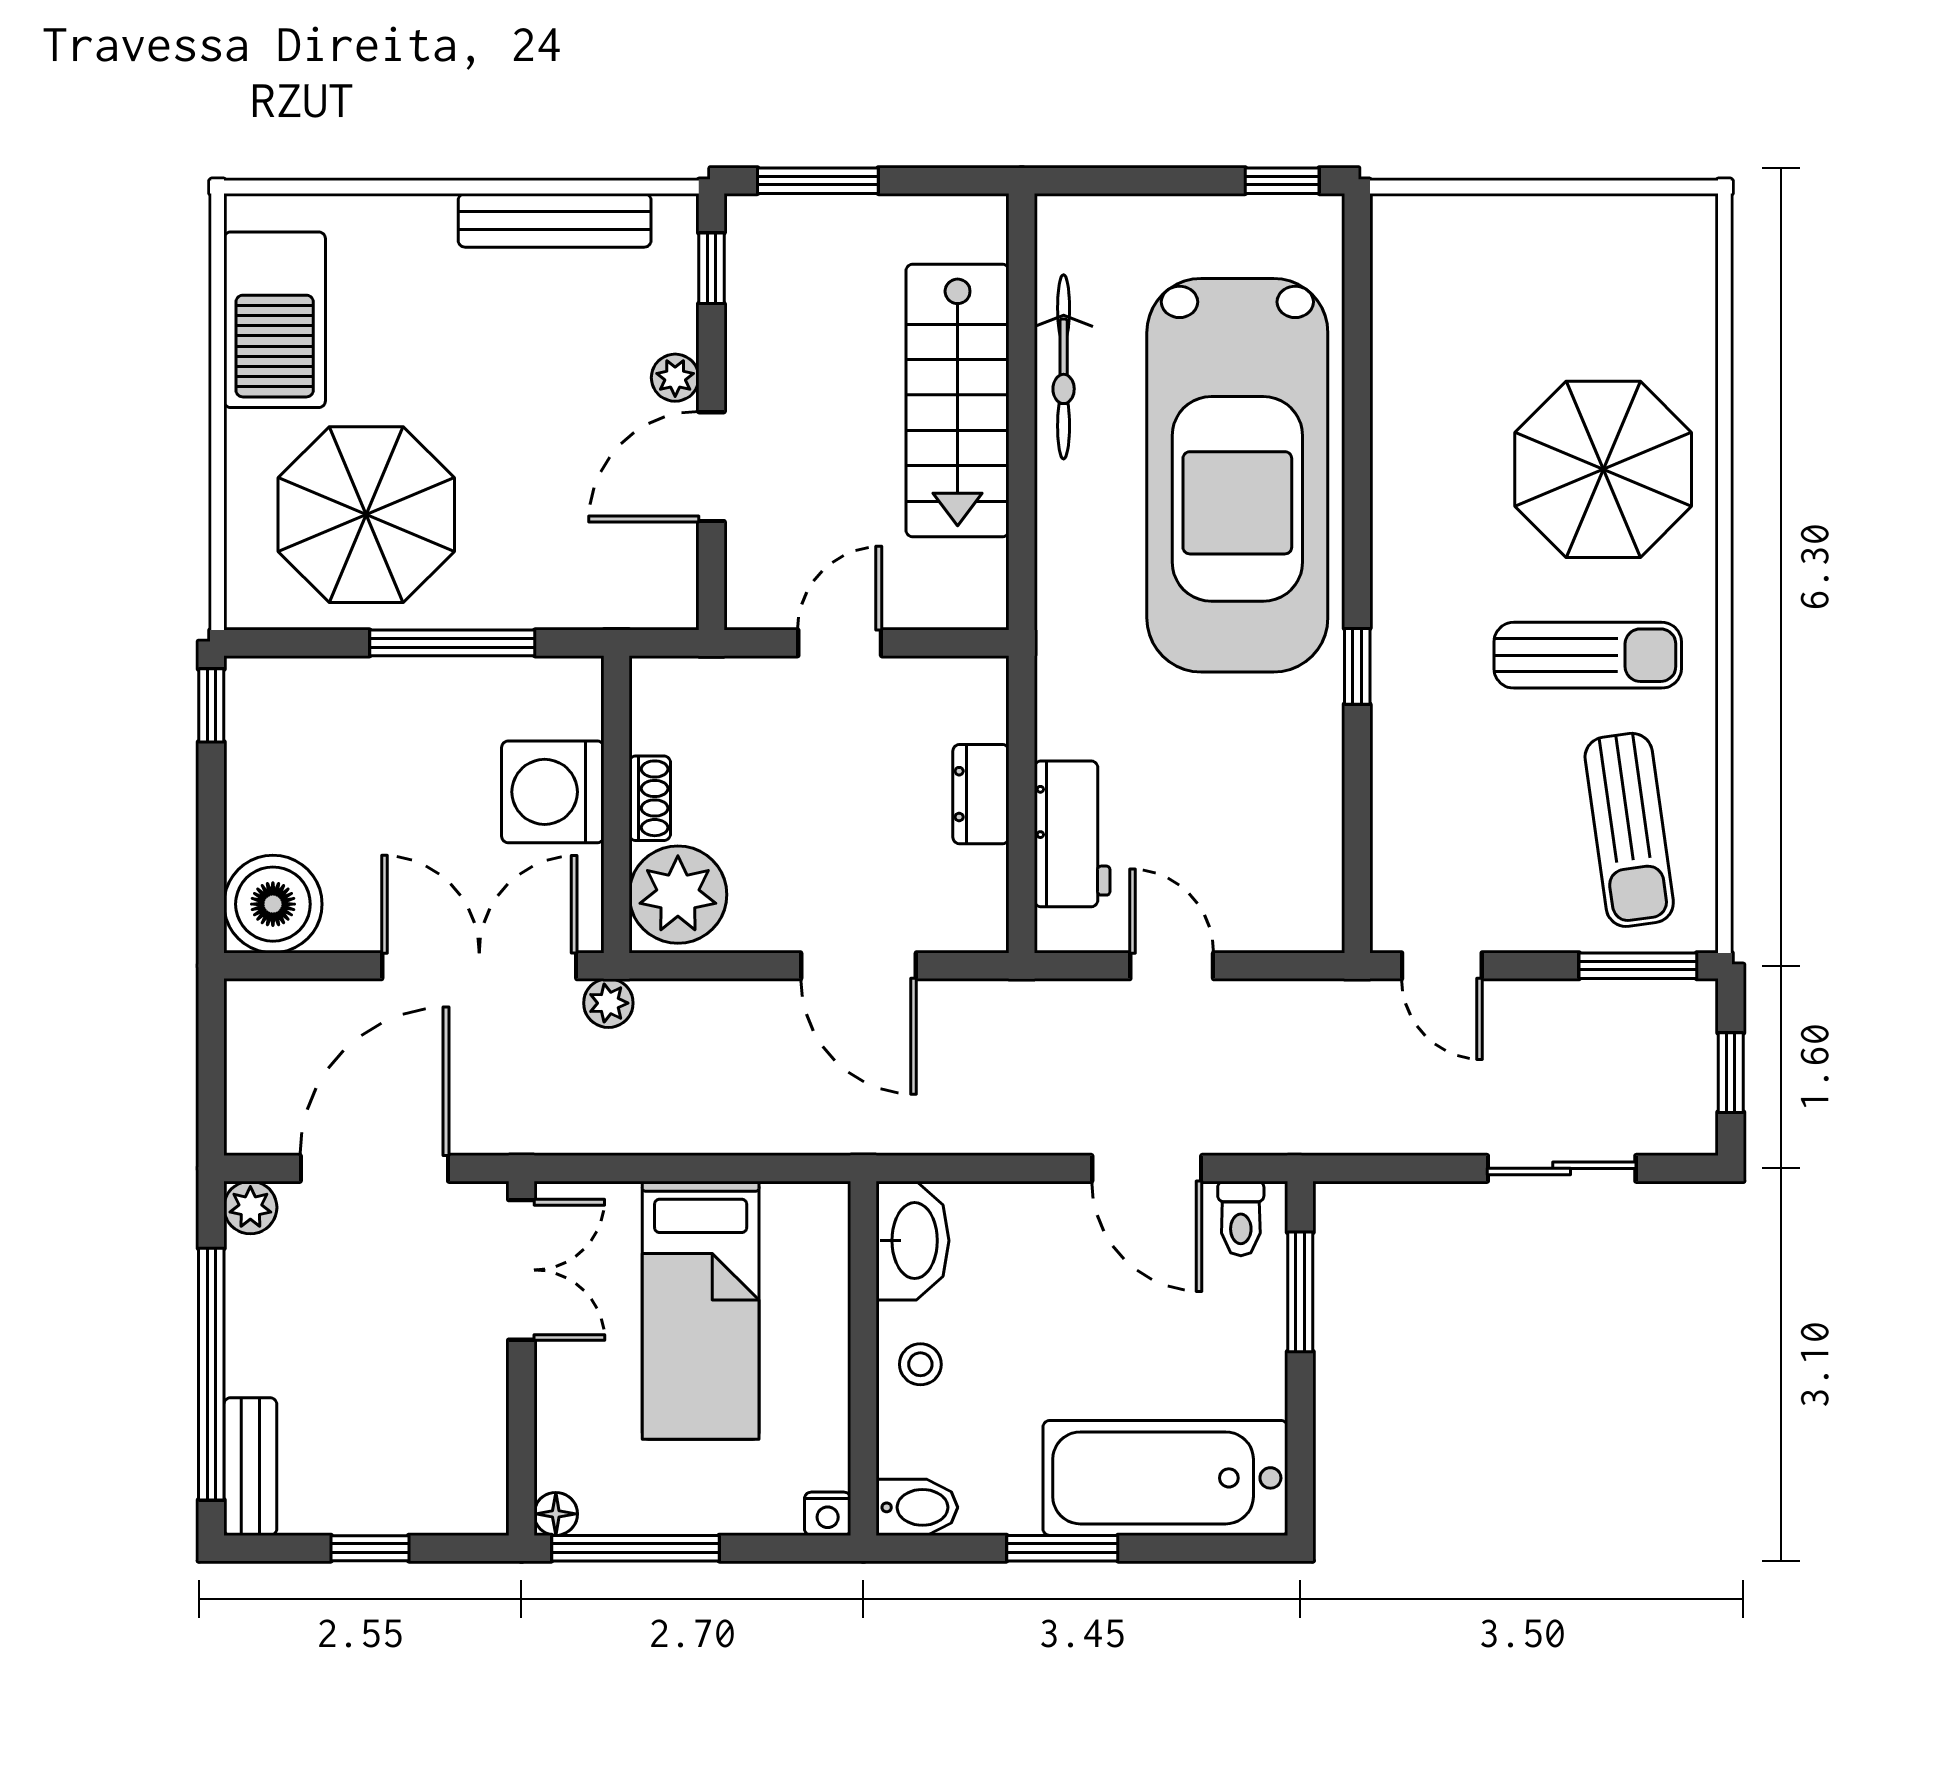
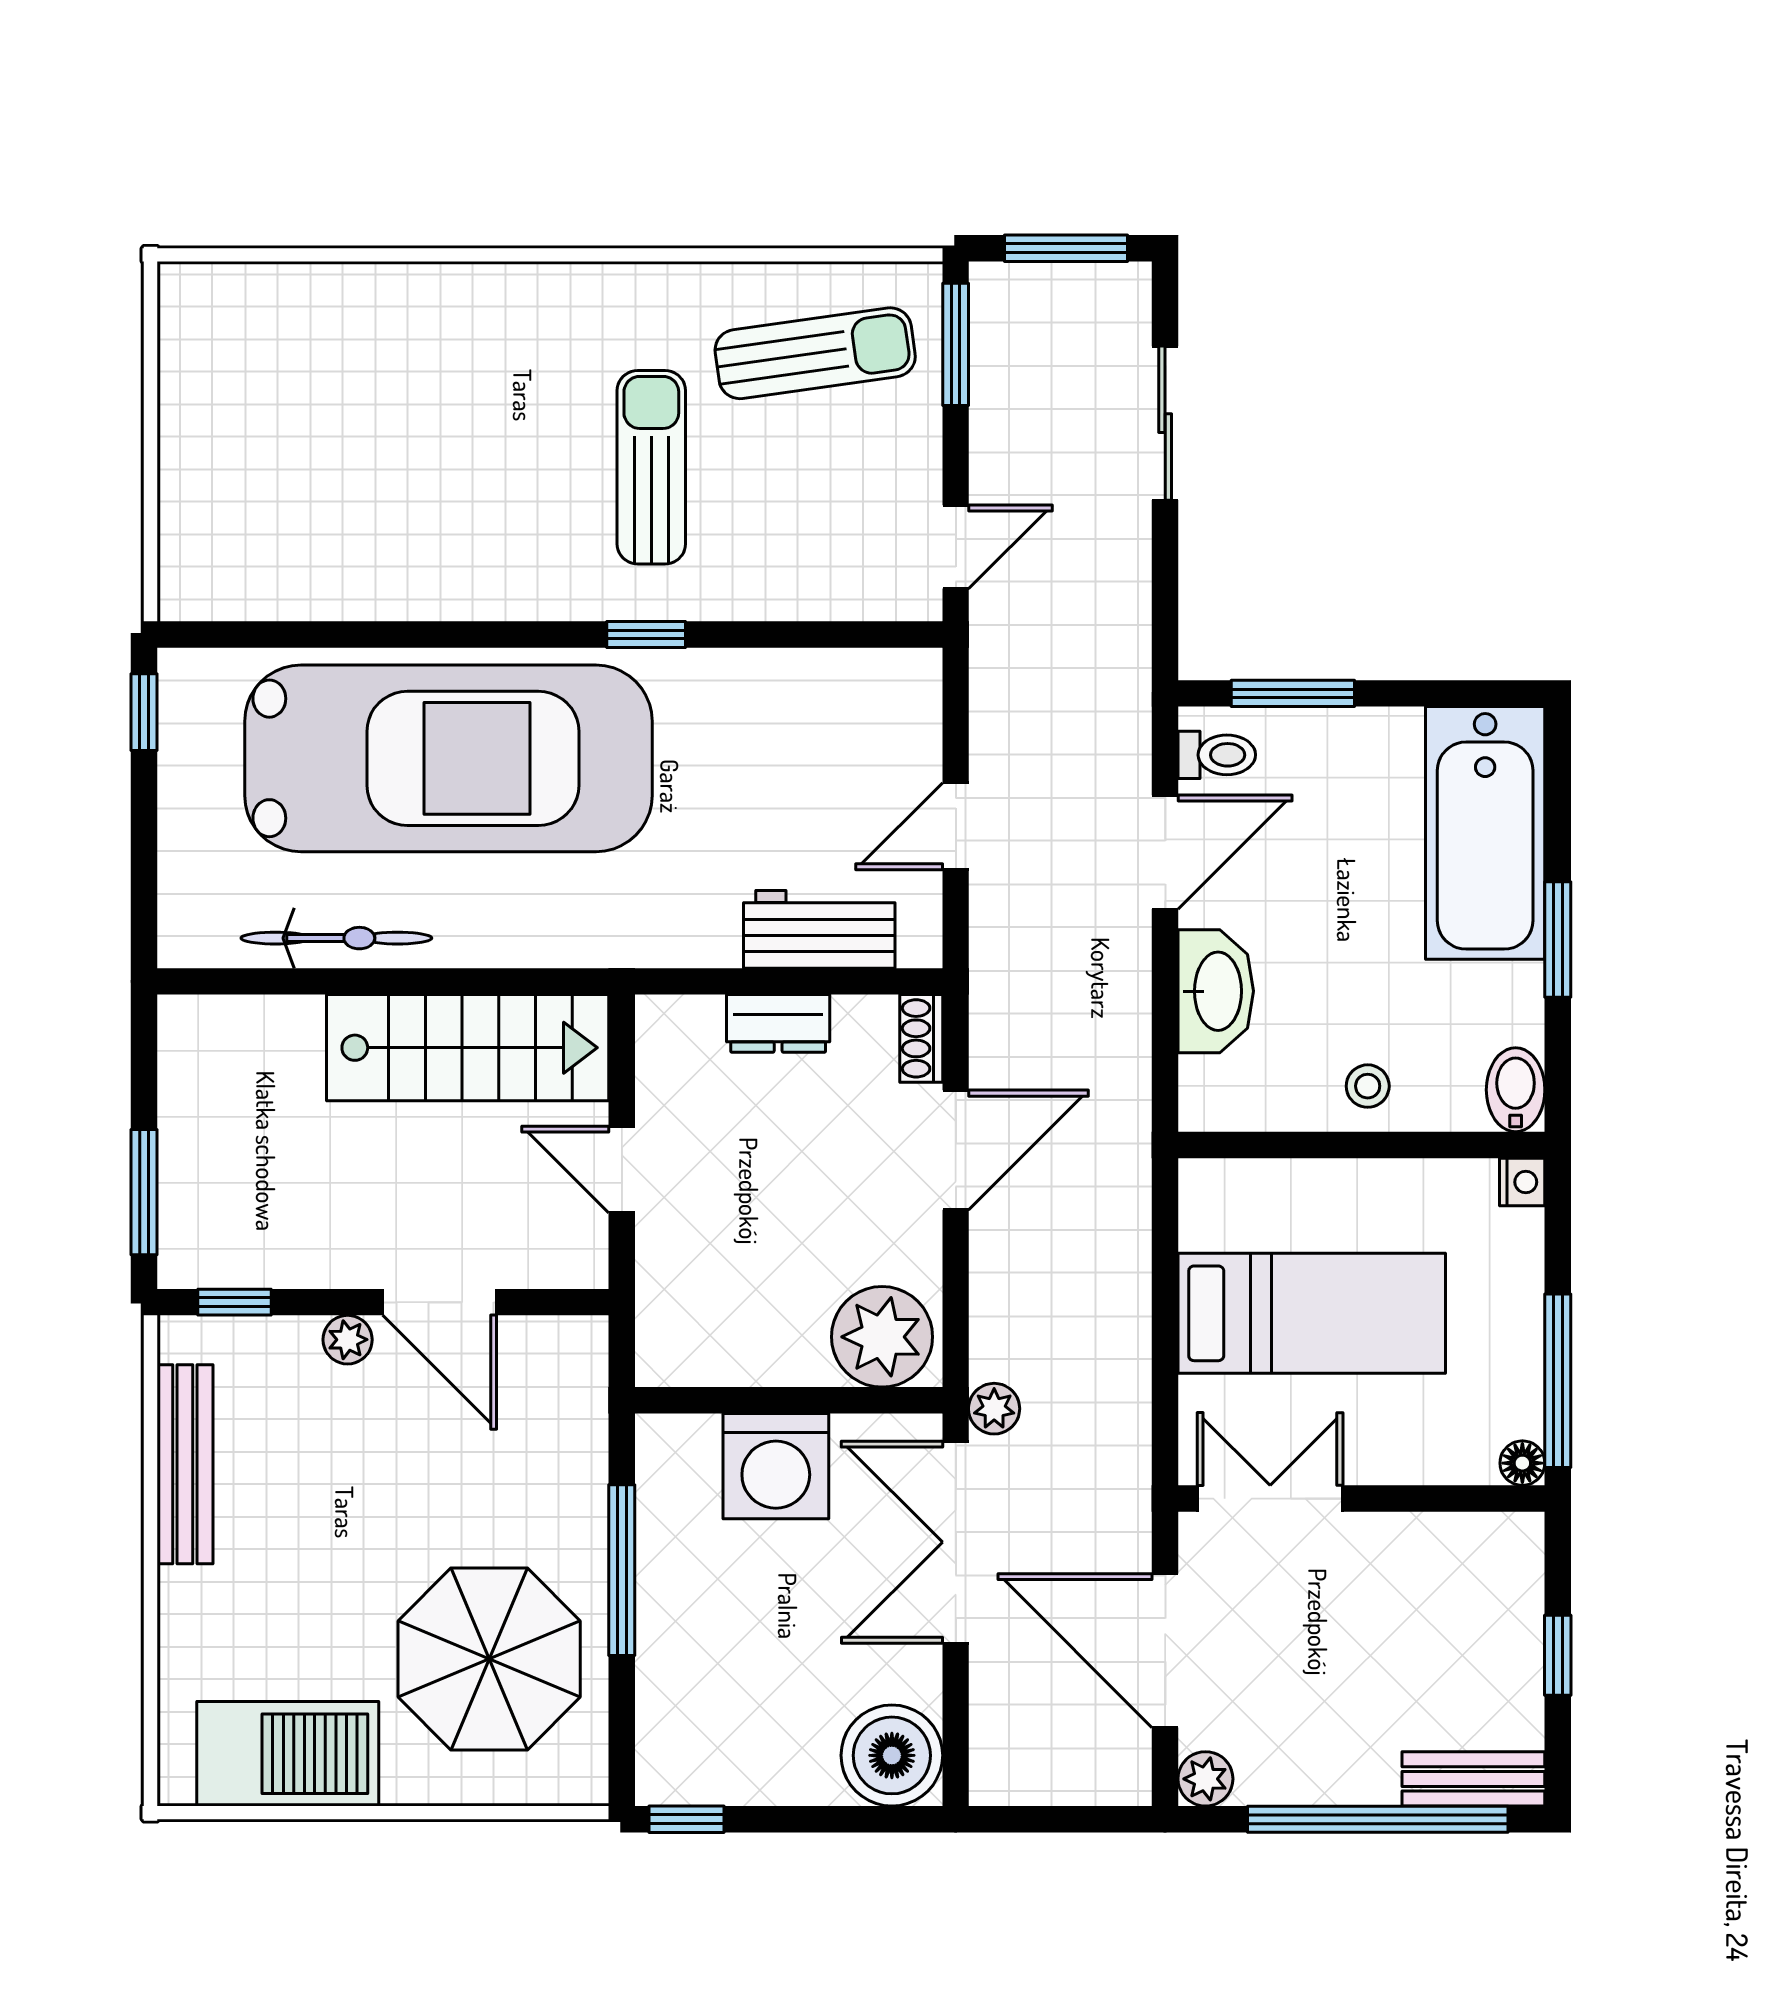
stairs: (958, 400) -> (468, 1048), moved
parasol: (1603, 469) -> (442, 380), removed
sun lounger: (1588, 655) -> (651, 467), moved
shoe rack: (650, 798) -> (921, 1038), moved, turned -90
window: (1731, 1073) -> (1066, 248), width x1.50
washbasin: (912, 1241) -> (1216, 991), moved, turned 90

